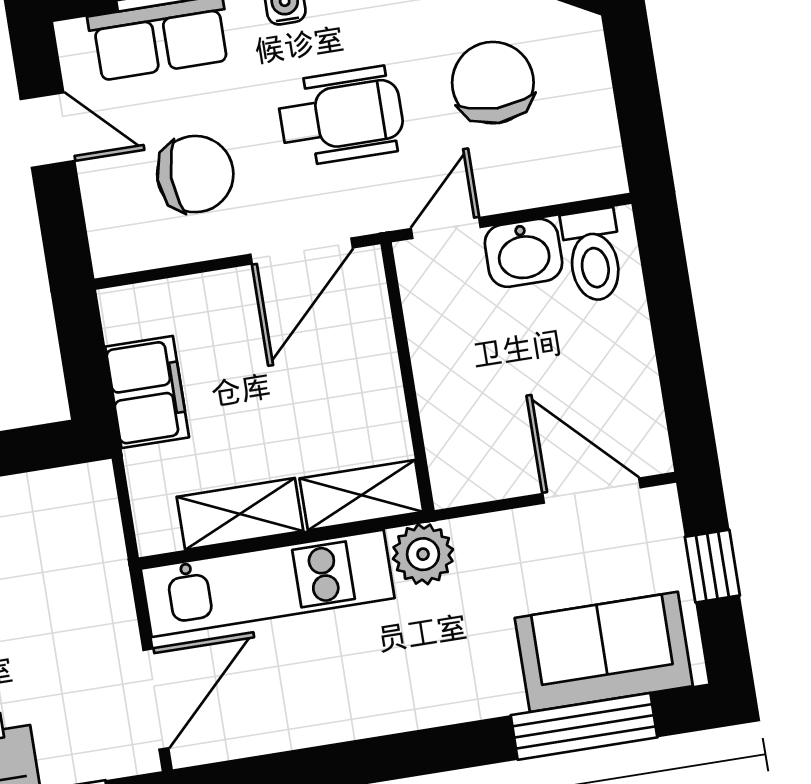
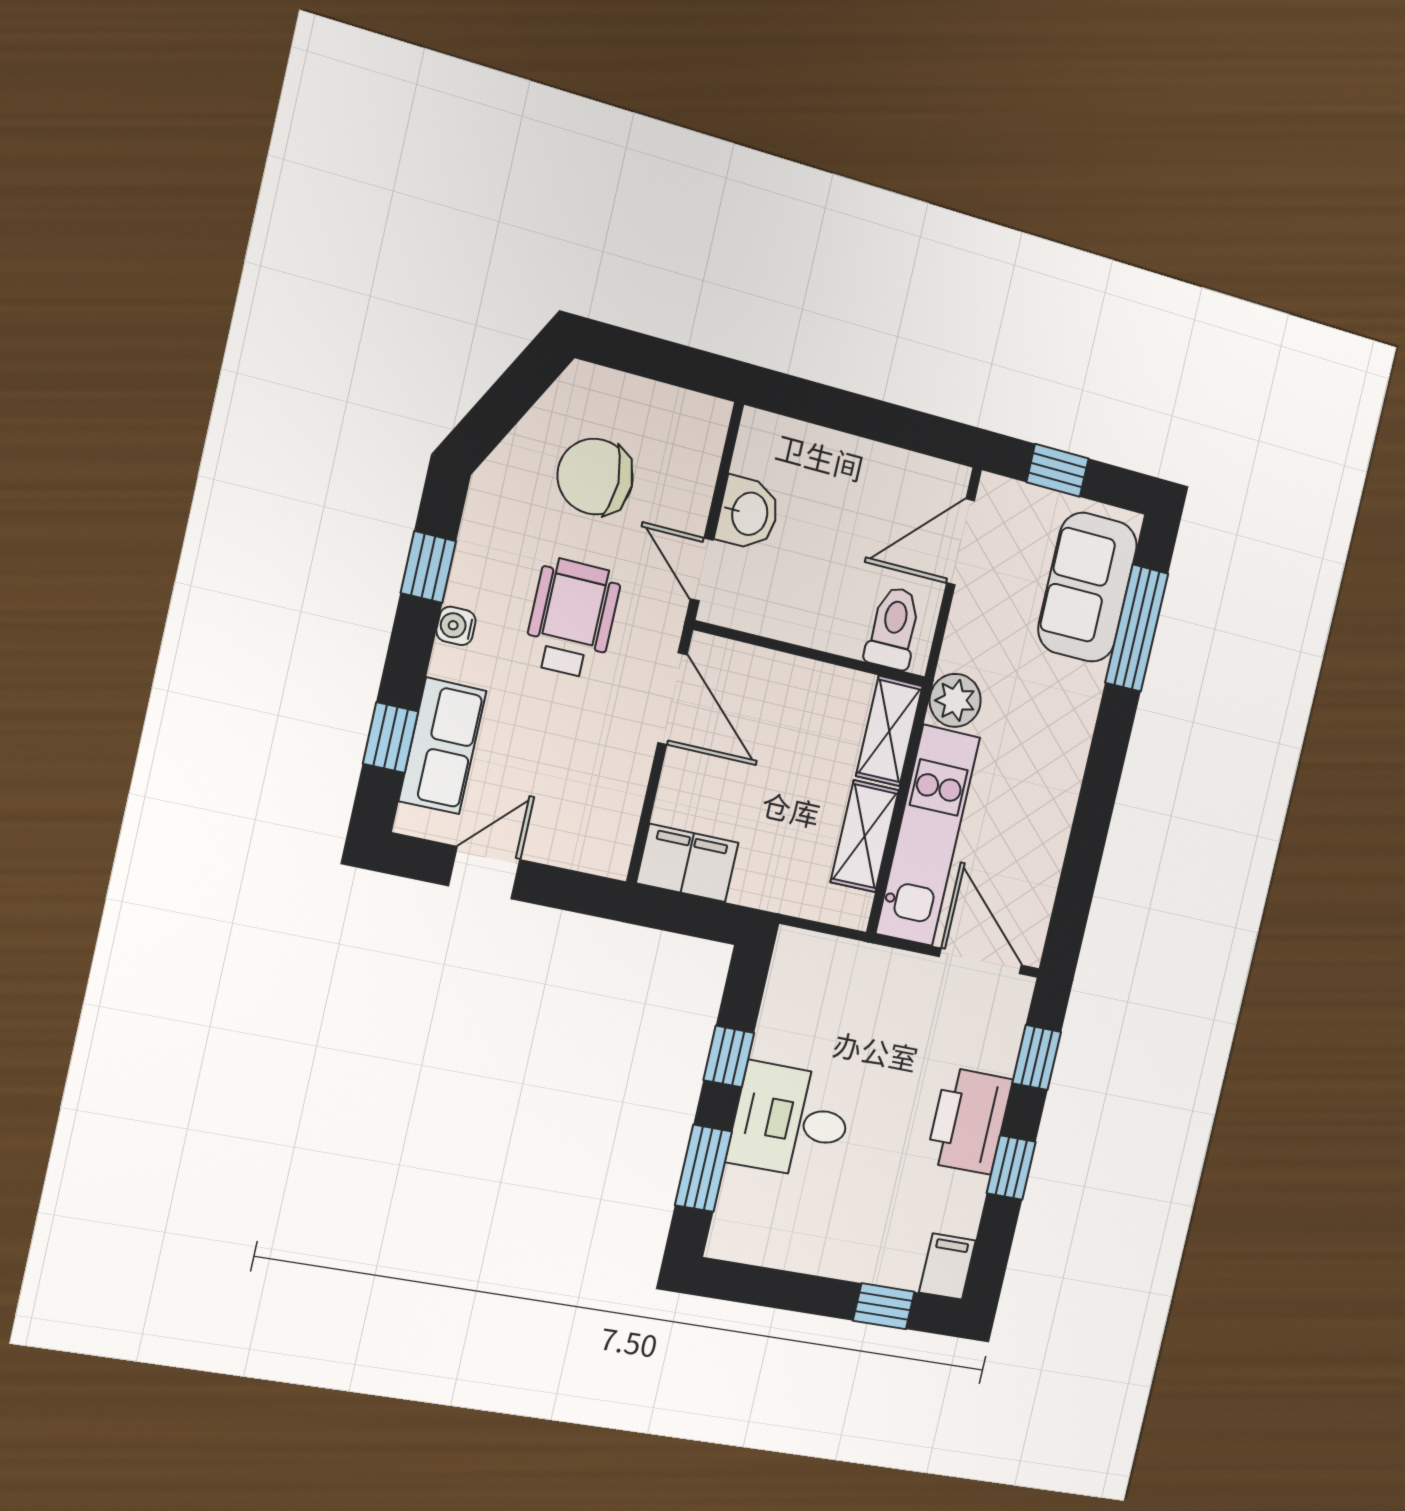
chair: (195, 174) -> (572, 762), removed
toilet: (593, 255) -> (893, 628), moved, turned -90
filing cabinet: (147, 392) -> (687, 863), moved

